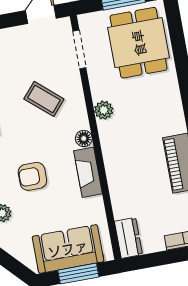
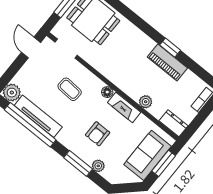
coffee table: (44, 99) -> (70, 89), turned 53
plant: (104, 110) -> (146, 102), moved

